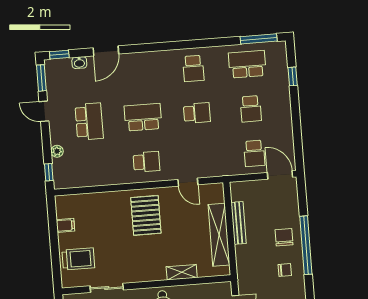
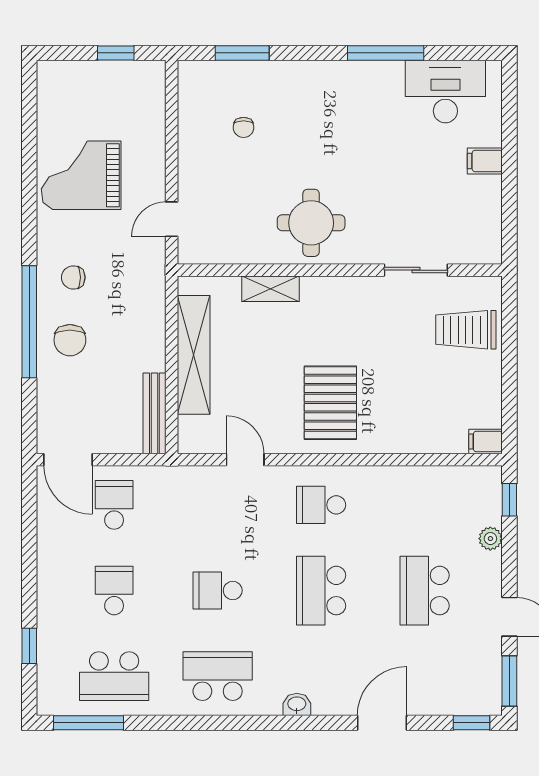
washbasin: (79, 63) -> (297, 704), moved
school desk: (193, 68) -> (218, 676), width x1.85
school desk: (143, 117) -> (321, 591), turned 90
bench: (239, 223) -> (154, 413), moved
filing cabinet: (65, 225) -> (486, 442), moved

